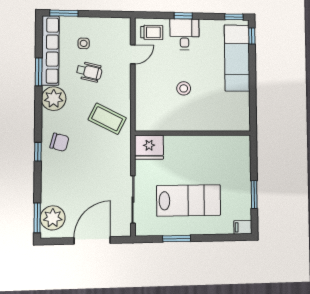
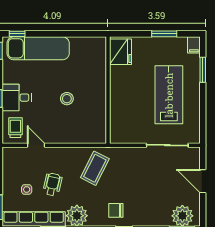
chair: (59, 142) -> (116, 210), turned -105
fridge: (149, 147) -> (121, 52), moved
window: (177, 239) -> (203, 70), moved
door: (92, 240) -> (203, 181), width x0.73

